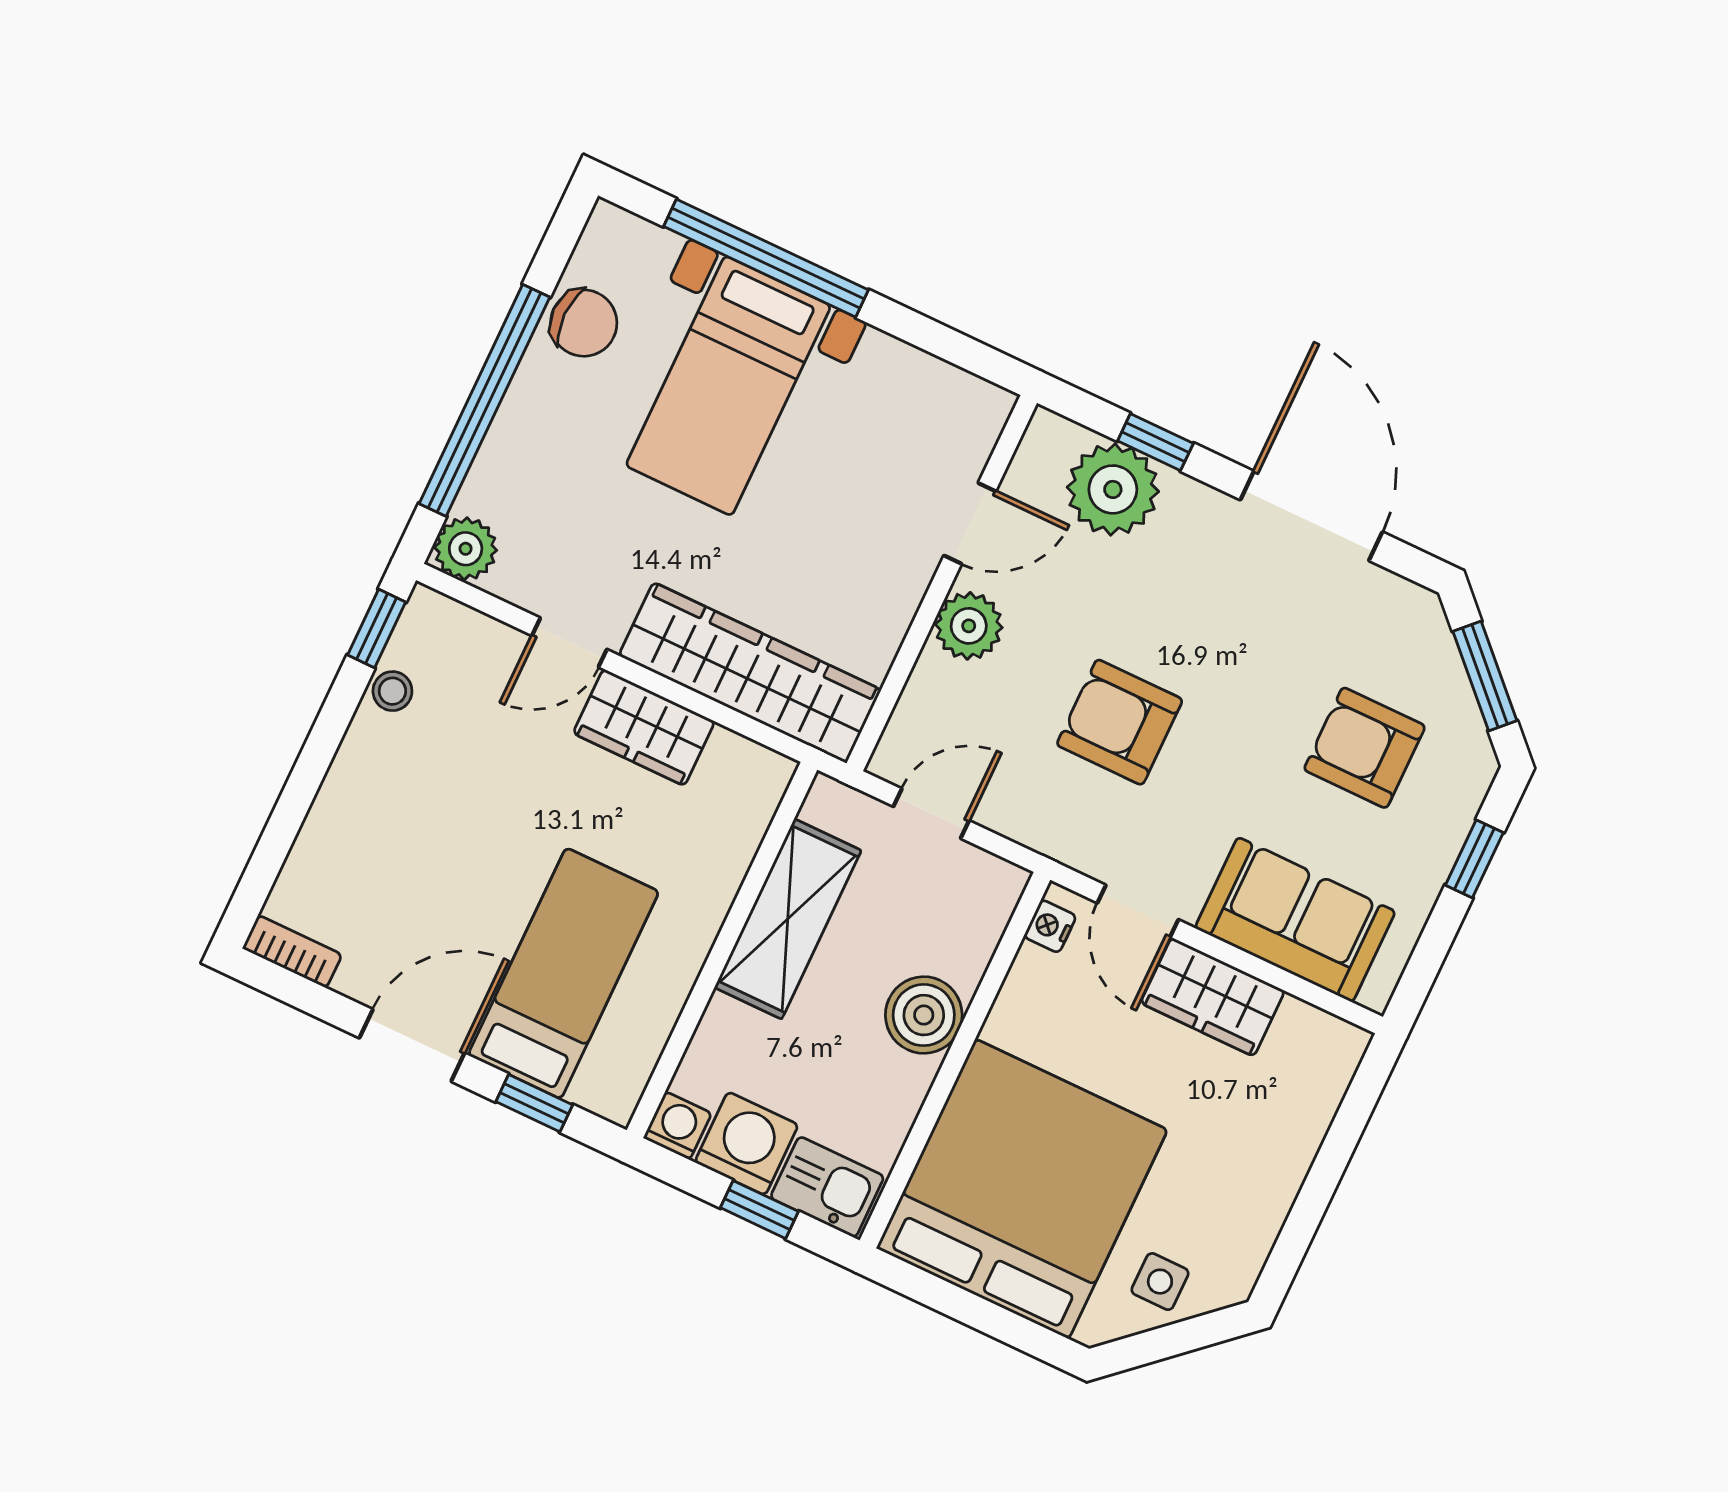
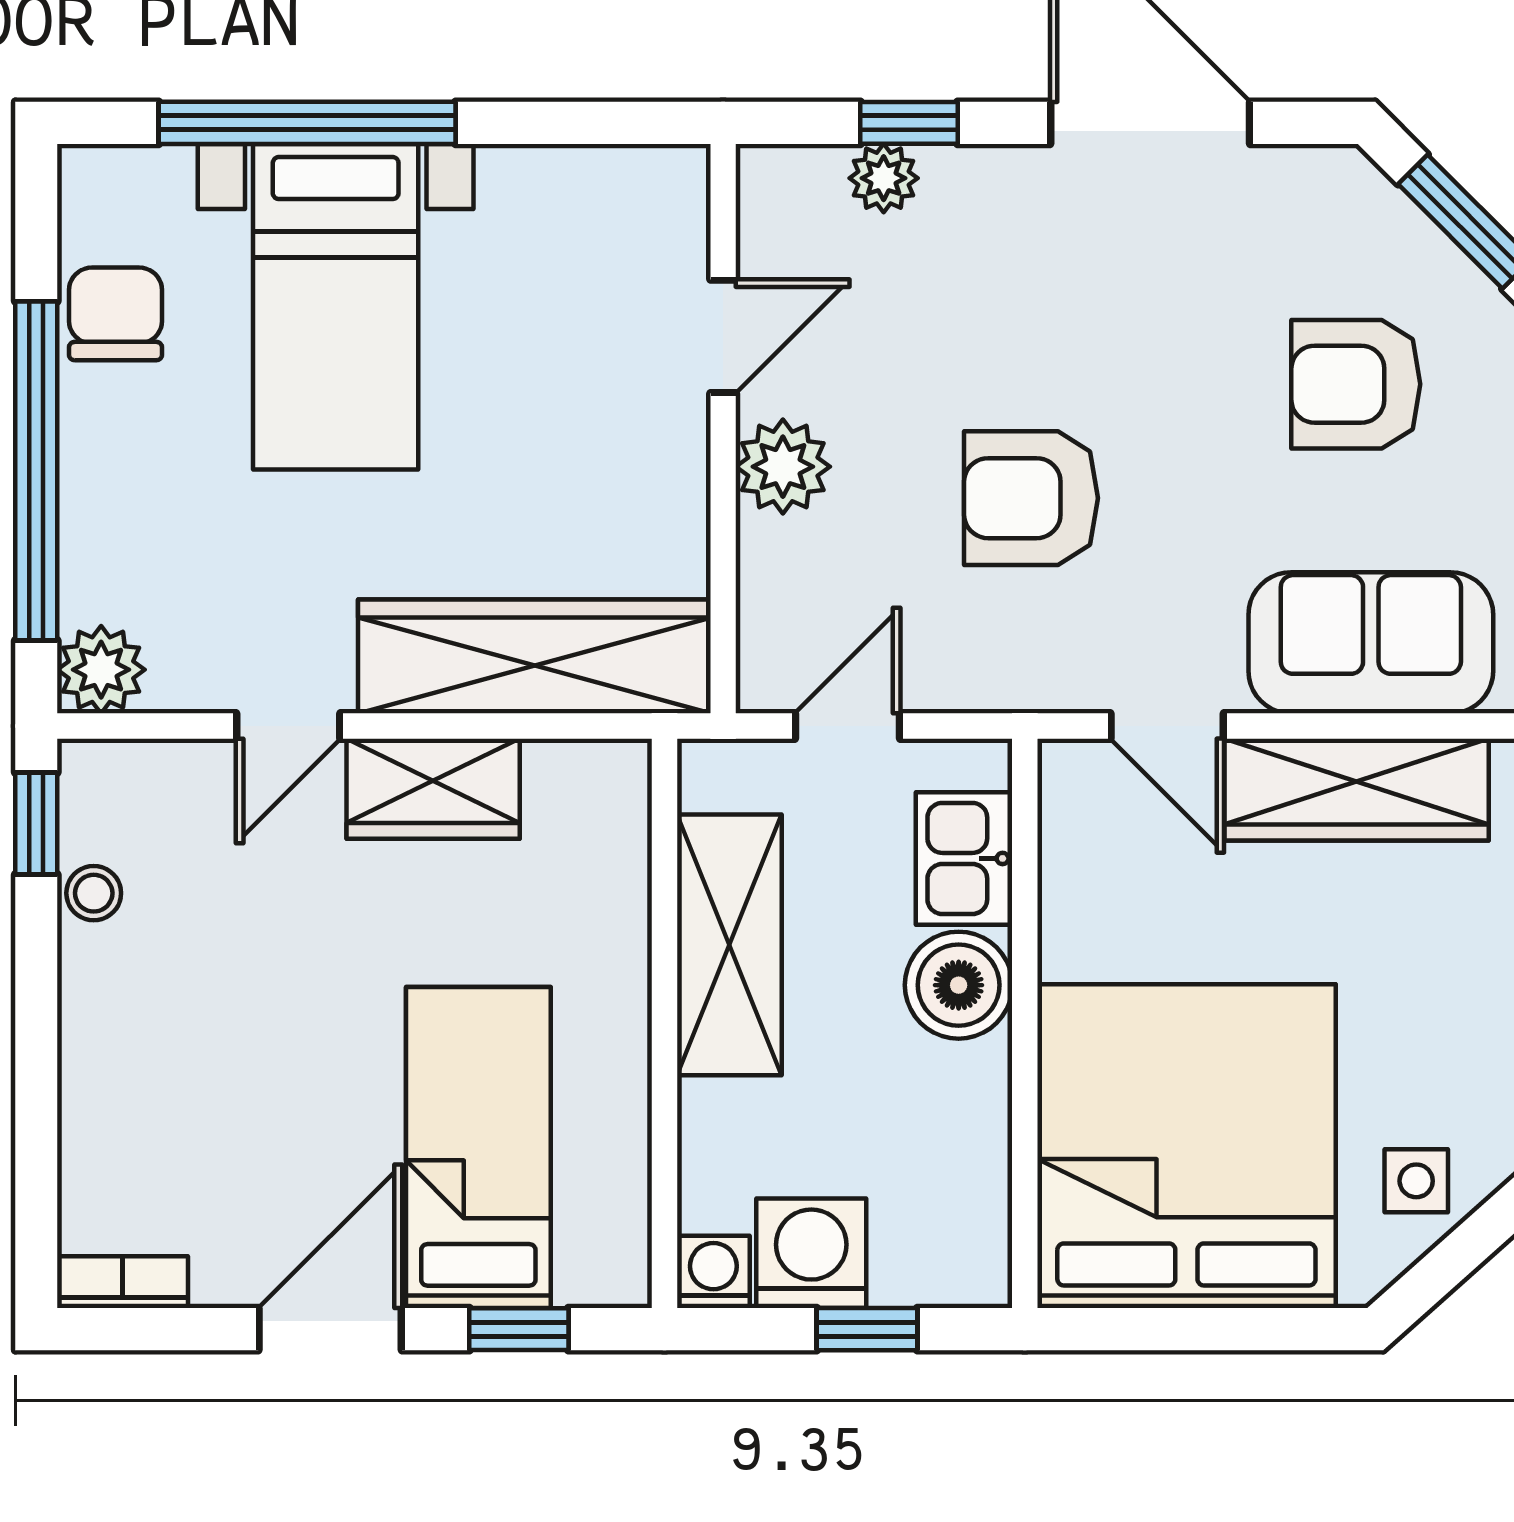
chair: (584, 323) -> (116, 314), turned -90
plant: (1113, 489) -> (884, 178), width x0.53, depth x0.53
nightstand: (1050, 926) -> (1065, 798), removed
wardrobe: (1213, 997) -> (1357, 790), width x1.50
kitchen sink: (827, 1187) -> (964, 858), moved, turned -90

